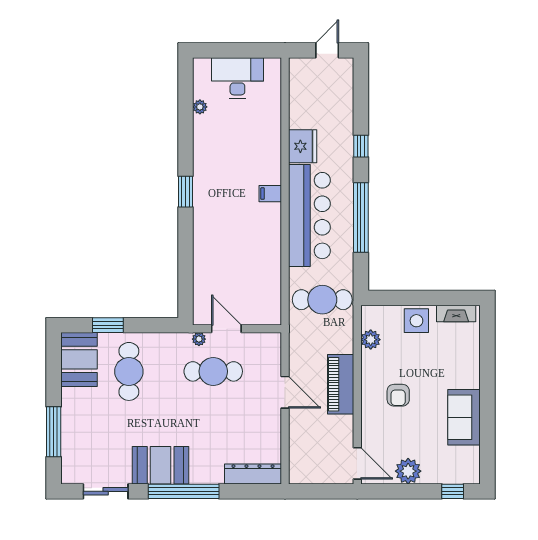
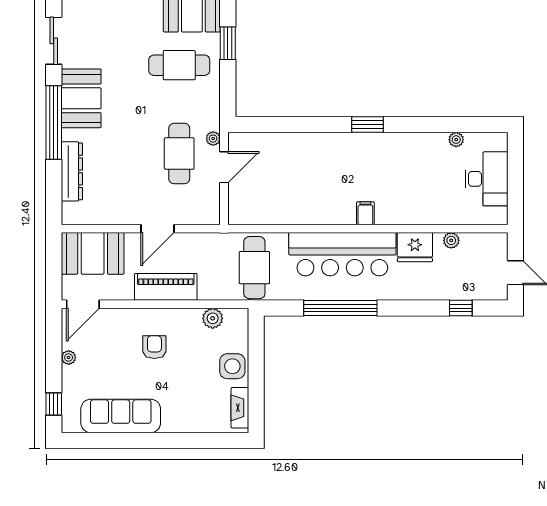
plant: (296, 112) -> (451, 240), added
window: (361, 146) -> (461, 308), moved
armchair: (398, 395) -> (154, 347), turned 90
sofa: (464, 417) -> (121, 416), width x1.36
booth: (309, 454) -> (93, 253), added
plant: (408, 471) -> (69, 357), width x0.53, depth x0.53
dresser: (253, 474) -> (72, 171), moved

